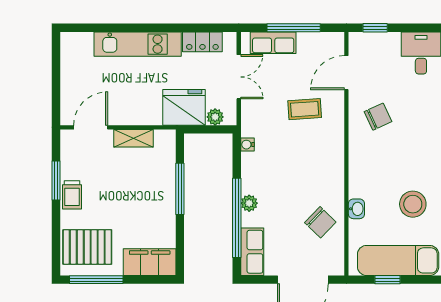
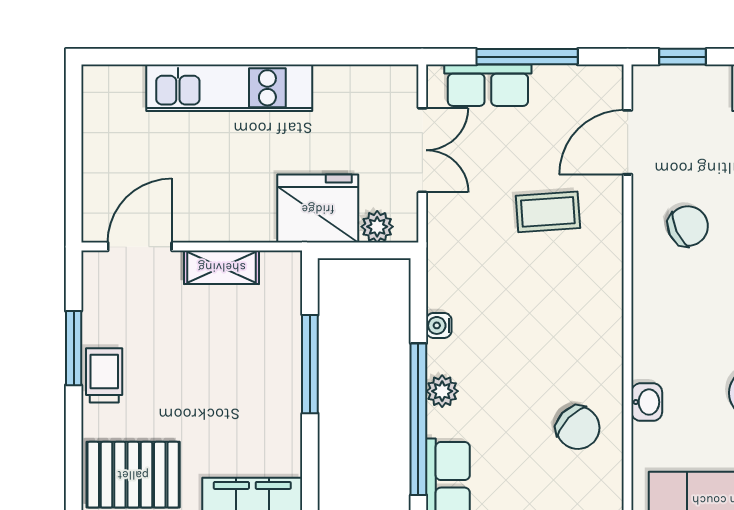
locker: (202, 42) -> (353, 84), removed
water cooler: (247, 145) -> (439, 325), moved
trolley: (72, 195) -> (104, 375), turned 180

